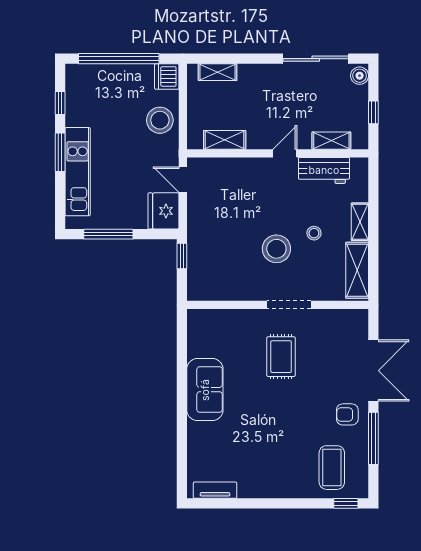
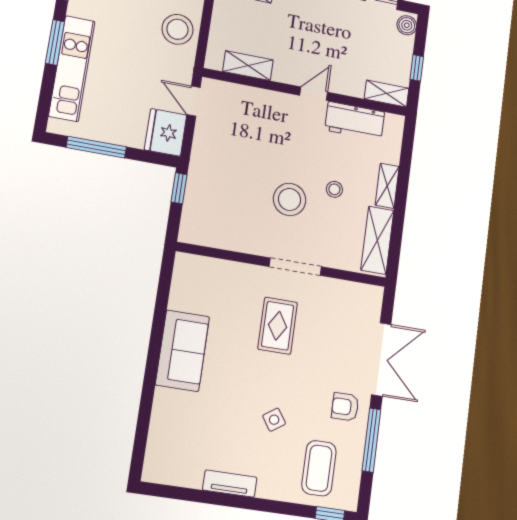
shelving: (331, 141) -> (387, 94), moved
side table: (289, 434) -> (274, 420), added
tv unit: (215, 490) -> (230, 484), moved

